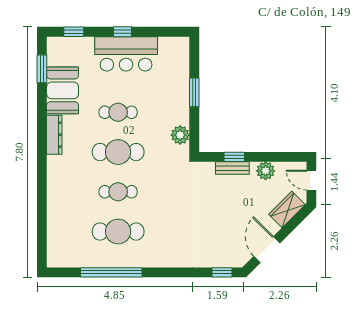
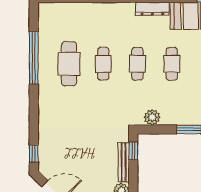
cafe table: (118, 152) -> (137, 64), width x0.73, depth x0.74
window: (234, 157) -> (133, 151), moved
bench: (232, 168) -> (124, 162), width x1.36

